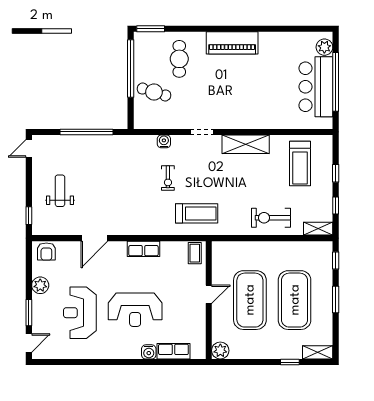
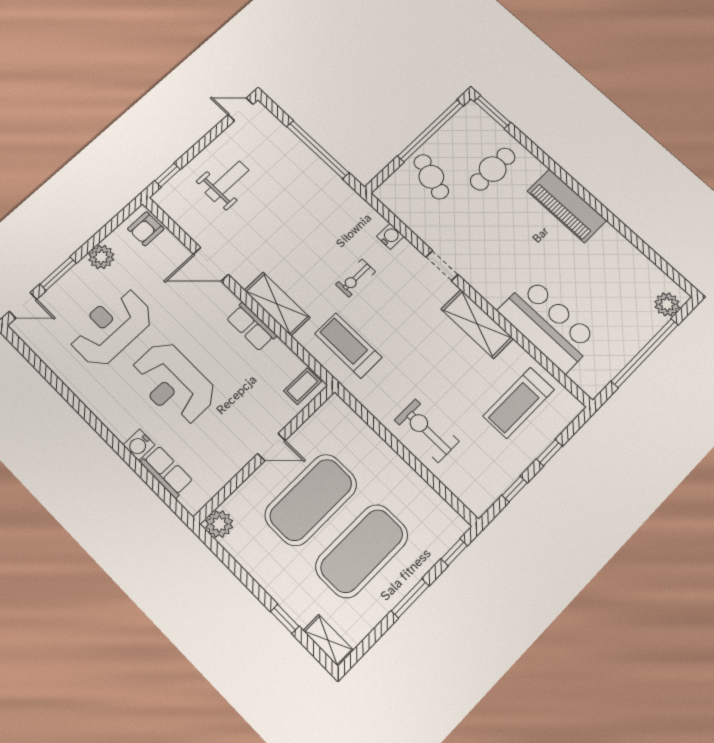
bar counter: (316, 87) -> (548, 325), moved, turned 90
treadmill: (197, 213) -> (348, 346), turned 180
shelving: (318, 229) -> (277, 304), moved, width x1.50, depth x1.33

